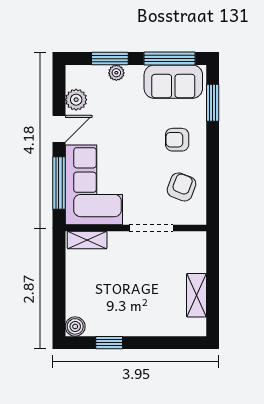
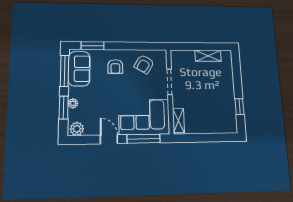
plant: (76, 100) -> (77, 129), moved
armchair: (181, 187) -> (144, 64), turned -81
boiler: (75, 326) -> (231, 127), removed

